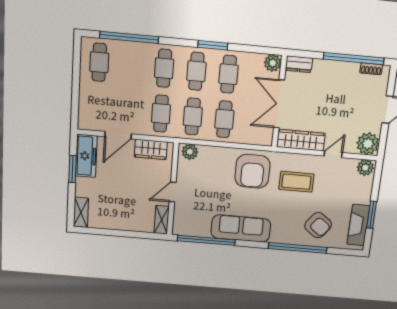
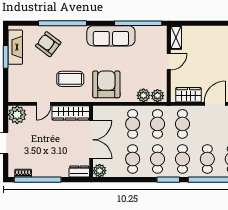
window: (213, 45) -> (168, 180), moved
cafe table: (132, 65) -> (207, 159), added
plant: (365, 168) -> (143, 95), moved

